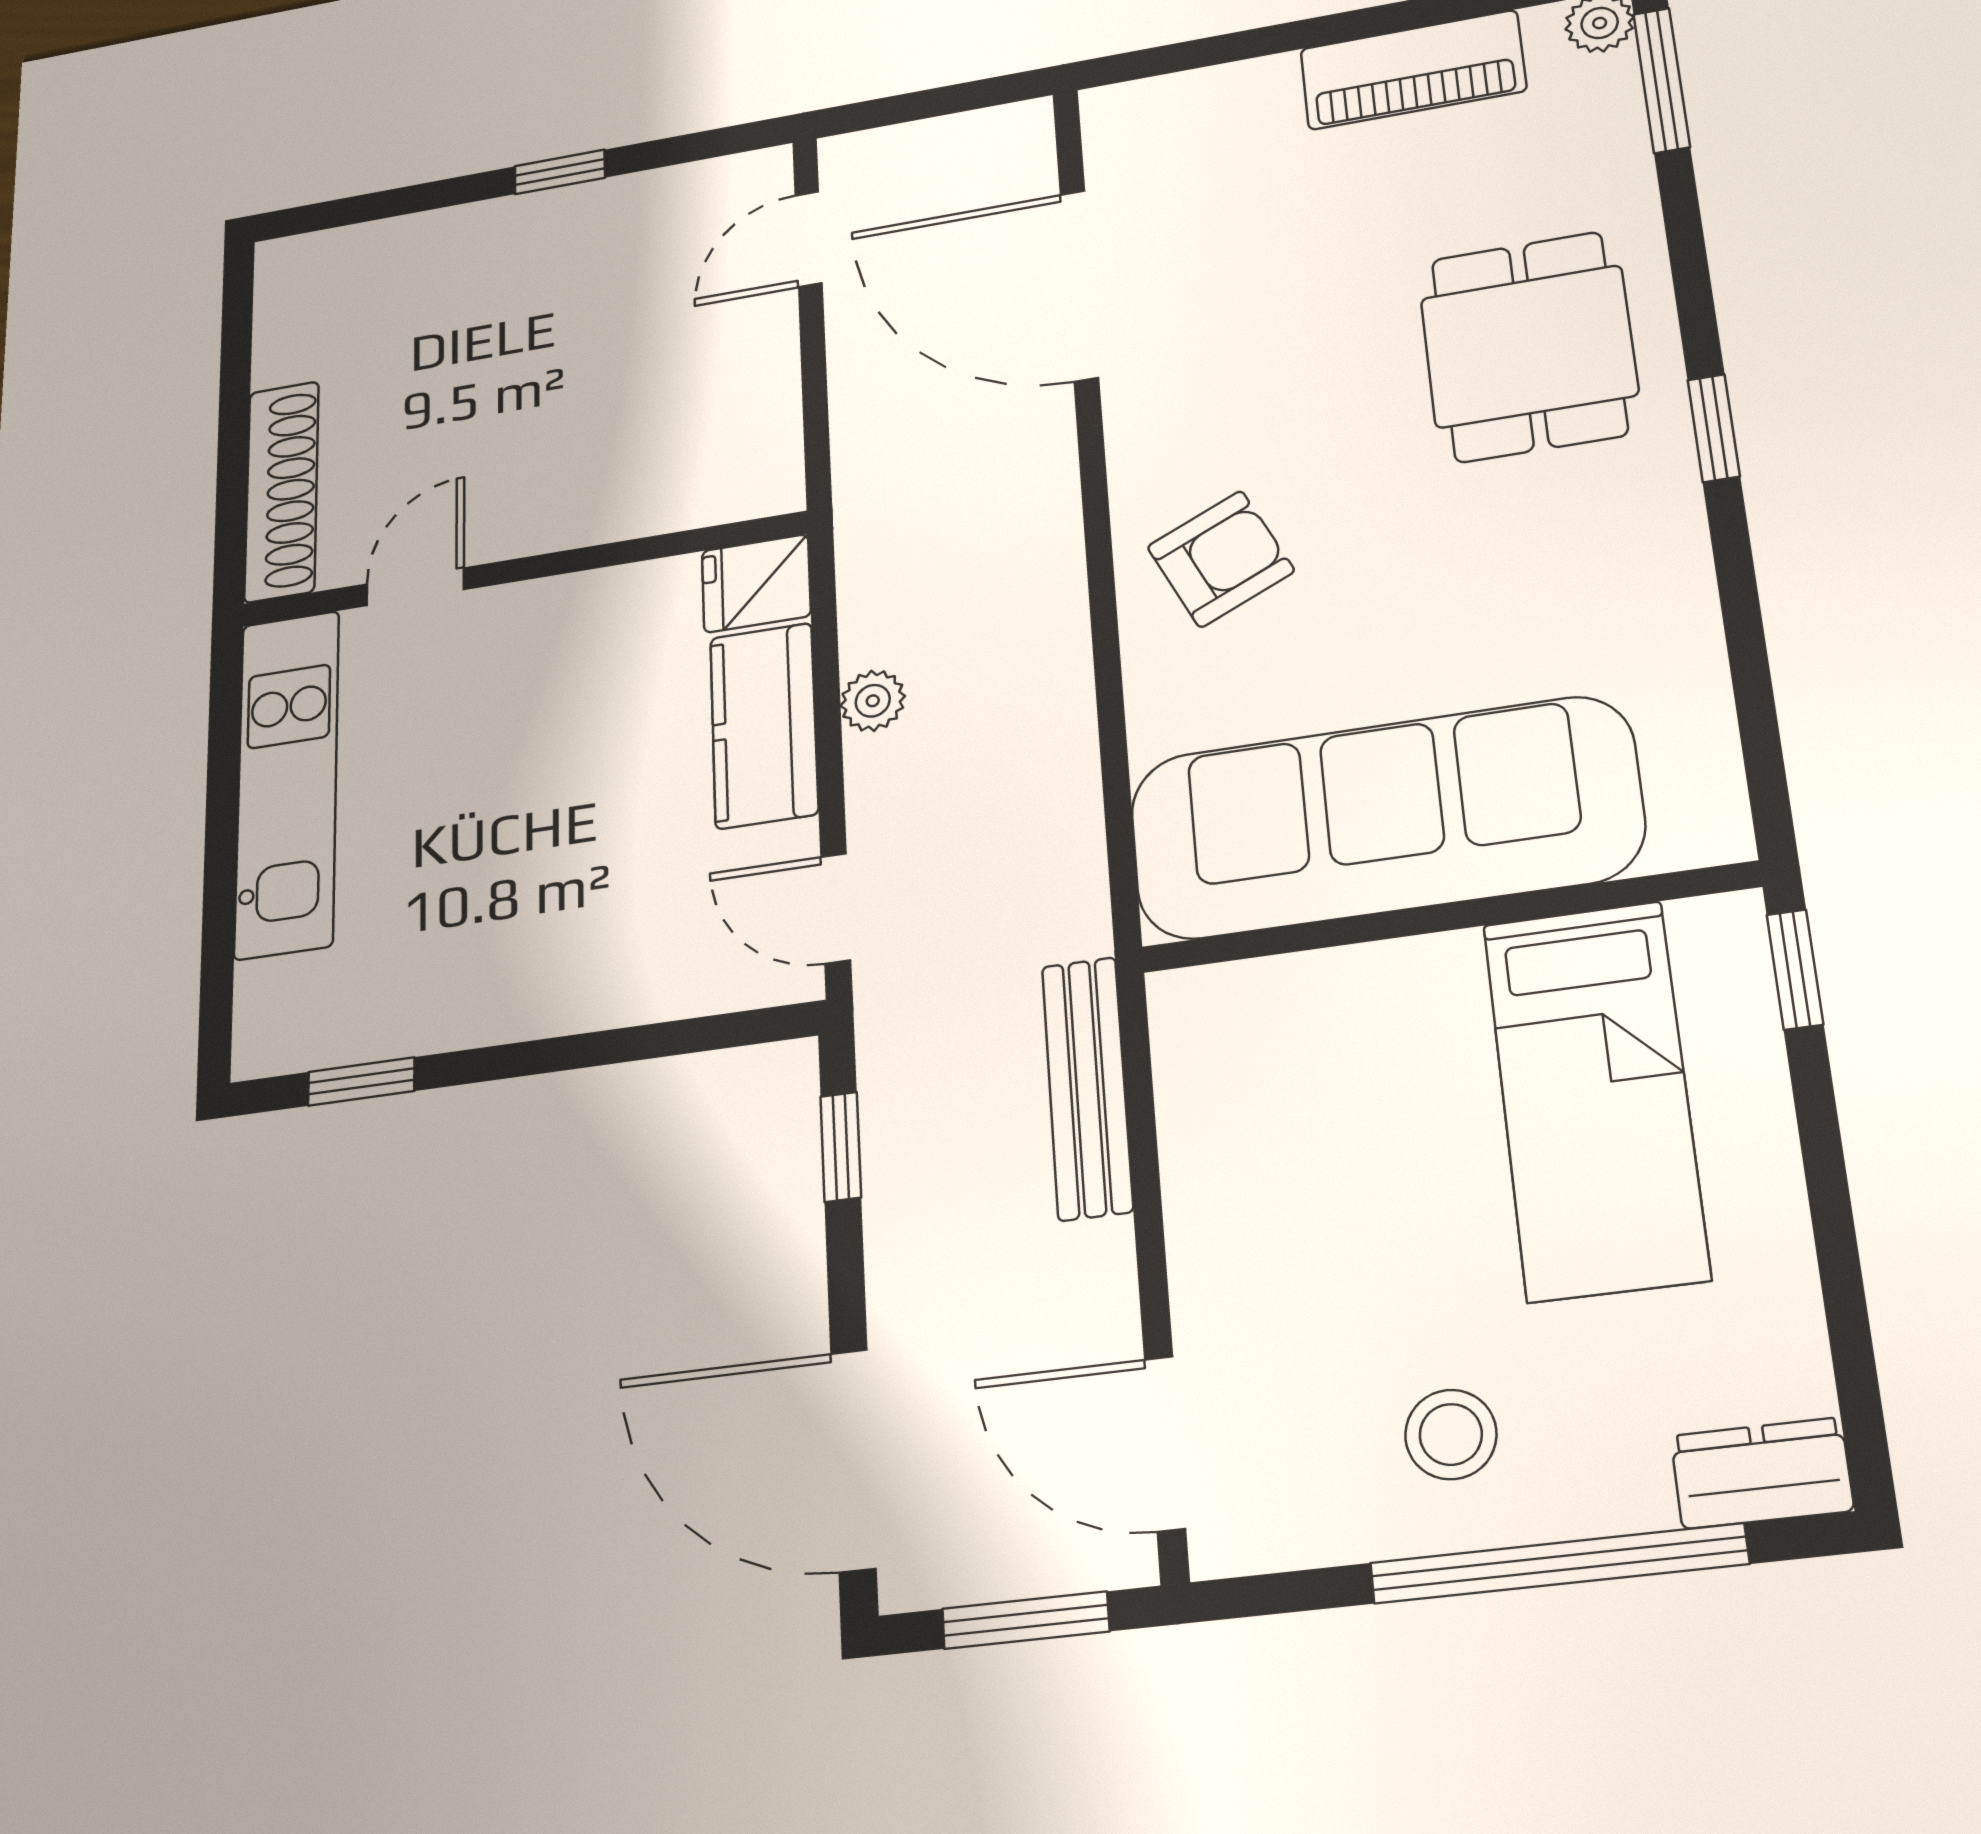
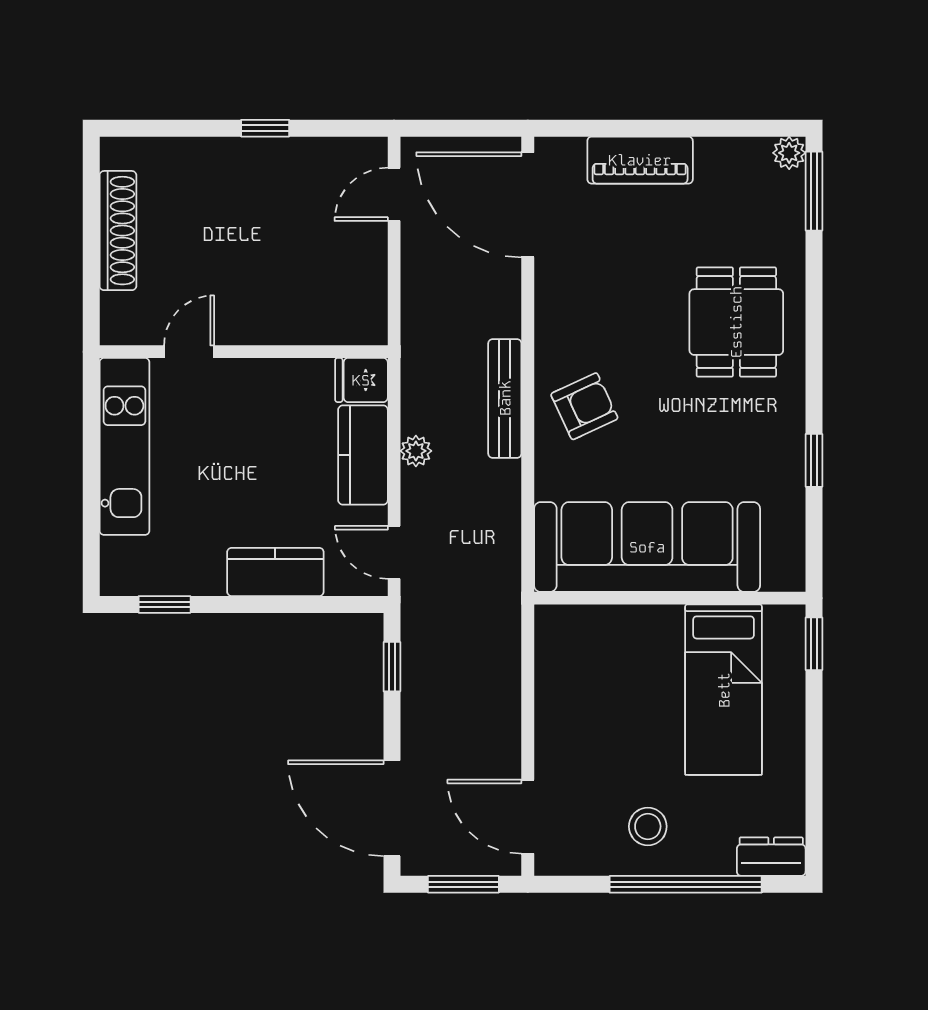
piano: (1413, 70) -> (640, 160), moved
door: (1079, 285) -> (528, 205), moved
window: (1714, 428) -> (814, 460), moved
shoe rack: (282, 491) -> (118, 231), moved
kitchen counter: (589, 984) -> (275, 572), added
bench: (1087, 1088) -> (505, 398), moved

